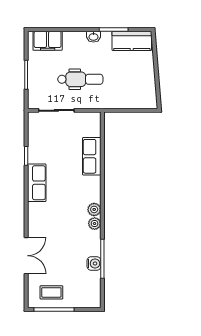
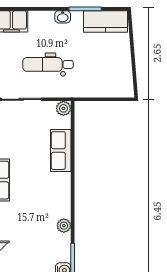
dental chair: (80, 79) -> (48, 64), turned 180
plant: (94, 209) -> (63, 108), moved

